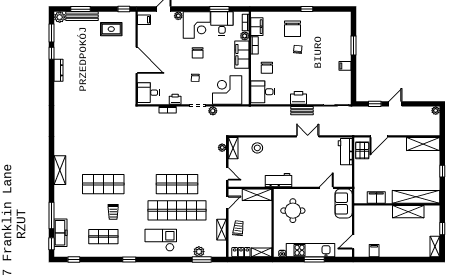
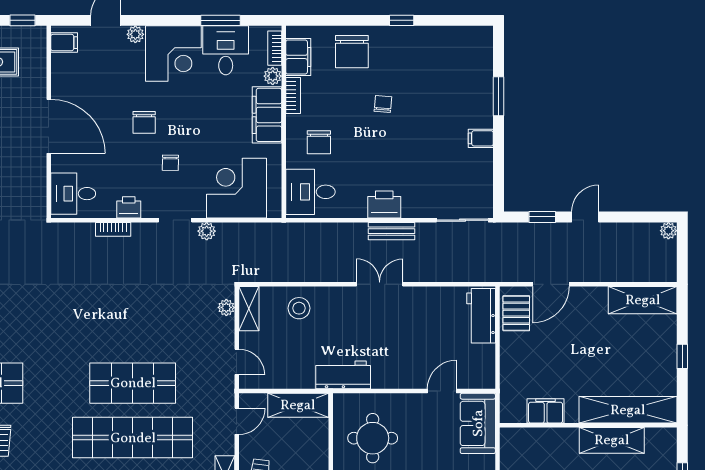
chair: (293, 29) -> (352, 52), moved
chair: (198, 53) -> (144, 122), moved
double door: (308, 136) -> (380, 284), moved

